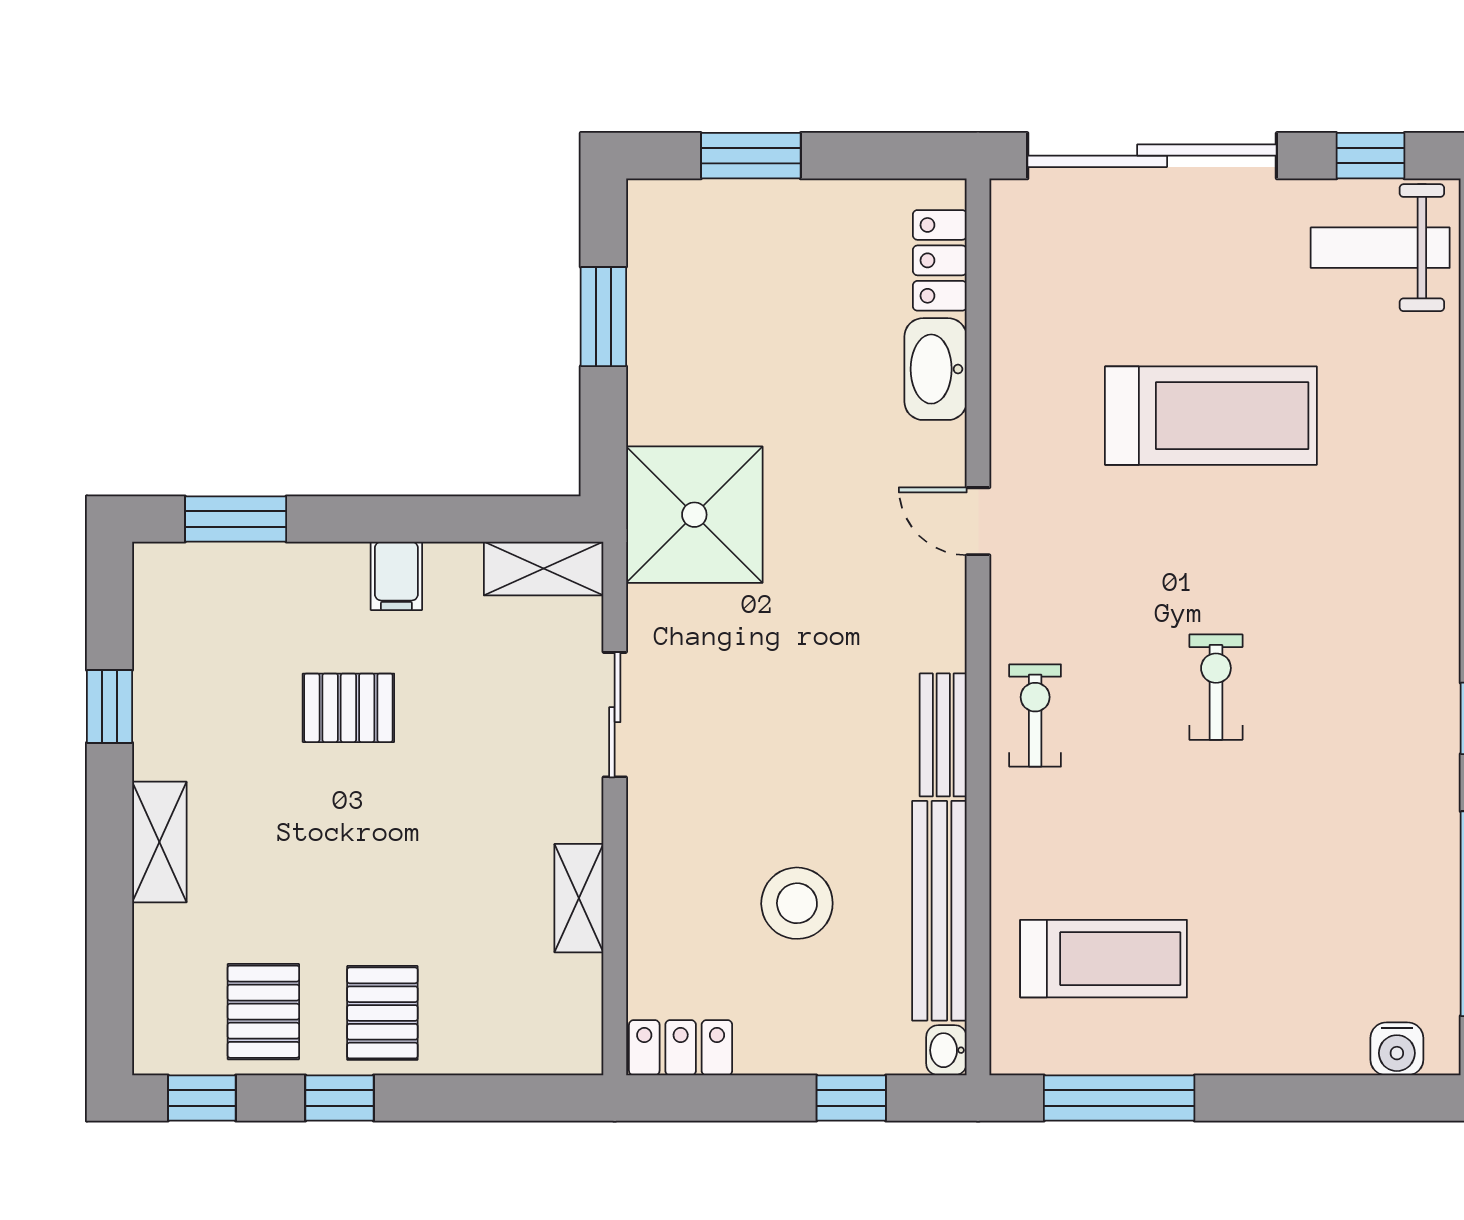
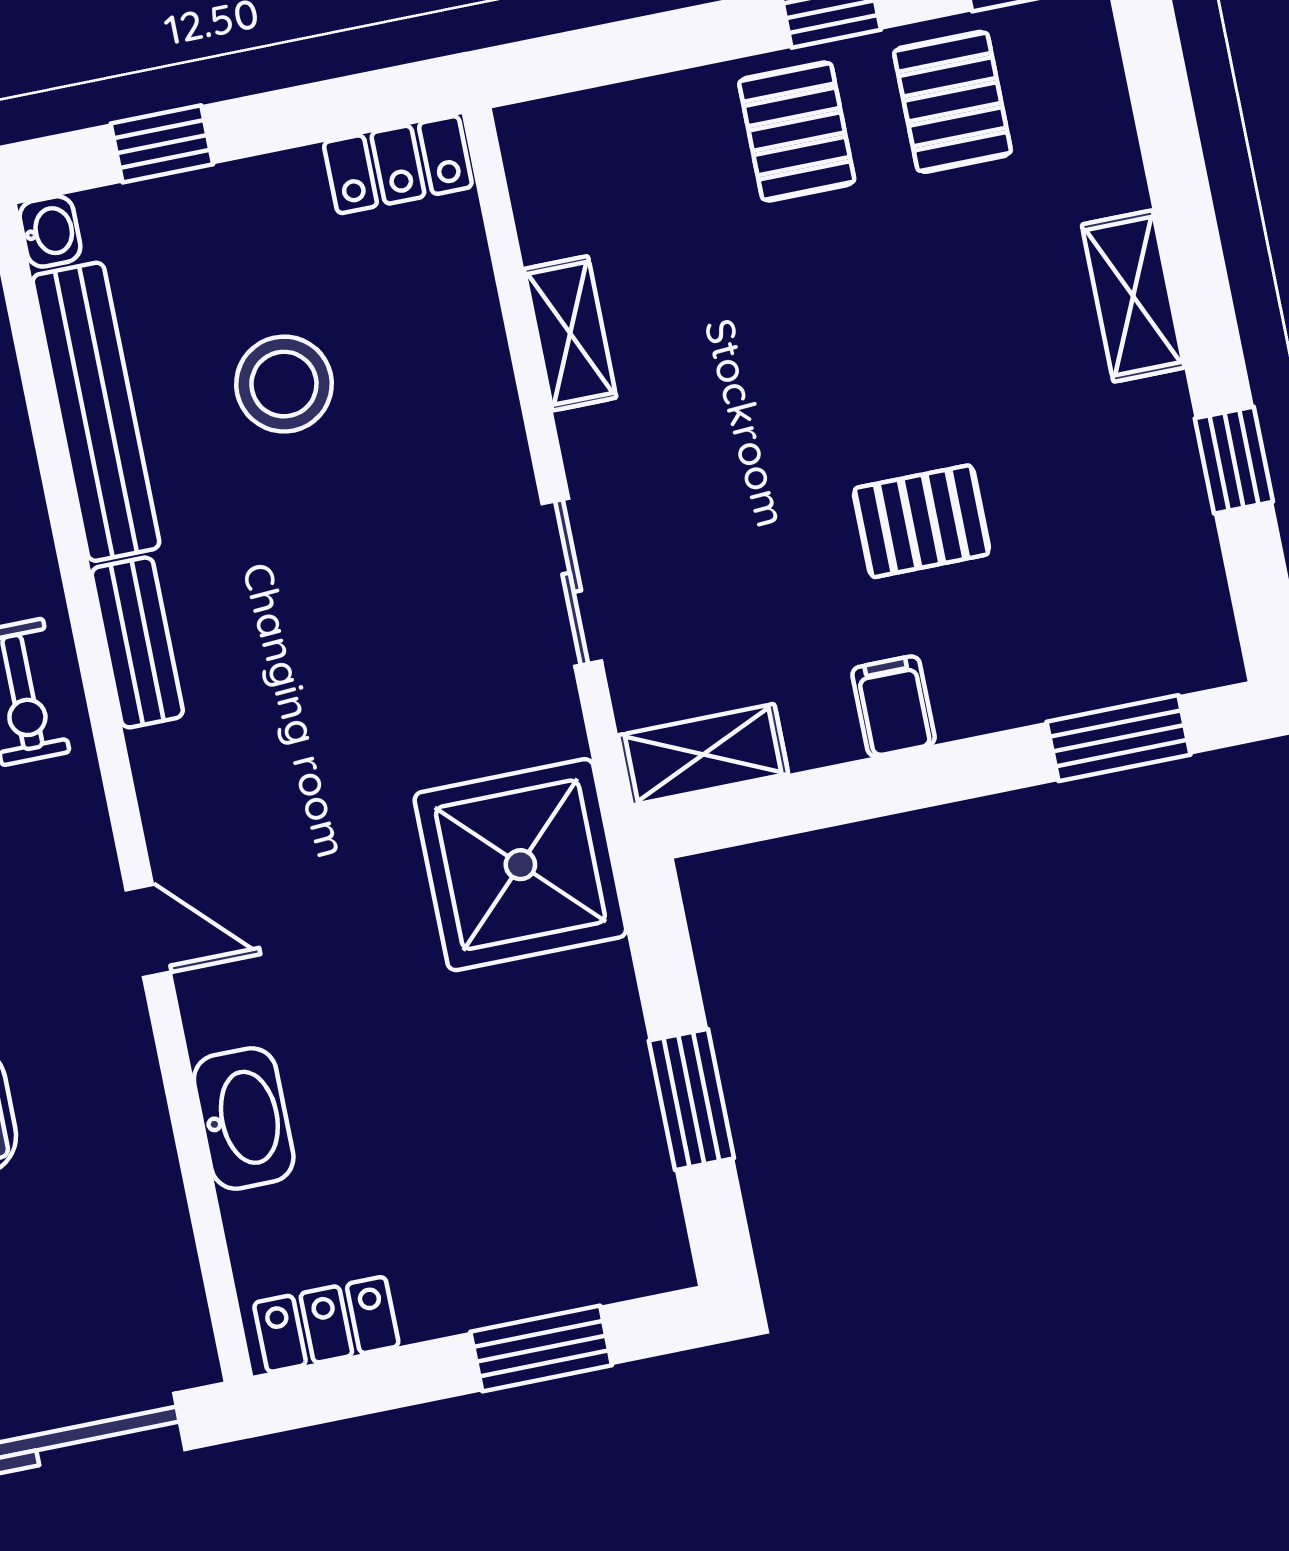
locker: (940, 260) -> (326, 1324), moved, turned -90

